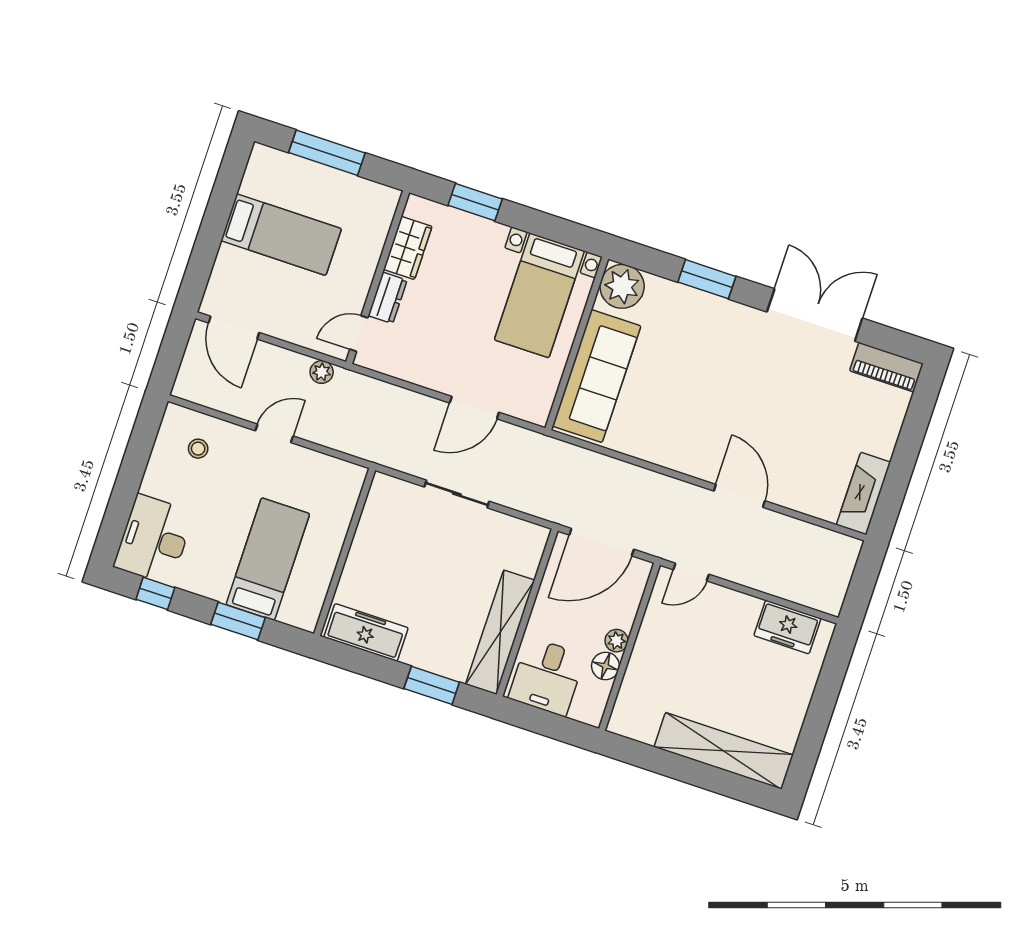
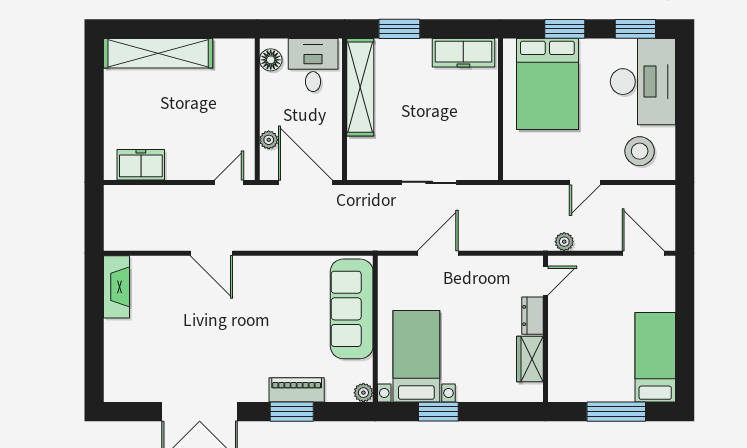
window: (475, 202) -> (438, 412), moved
bed: (281, 235) -> (655, 357), moved, turned 90
plant: (622, 286) -> (363, 393), width x0.53, depth x0.53
piano: (886, 367) -> (297, 390), moved
stool: (198, 449) -> (640, 151), width x1.89, depth x1.89
desk: (154, 539) -> (643, 82), width x1.36, depth x1.30
door: (602, 542) -> (305, 182), hinge flipped
bed: (268, 559) -> (547, 84), width x1.50
window: (155, 593) -> (635, 29), width x1.50
plant: (617, 641) -> (269, 140), moved
floor lamp: (605, 666) -> (271, 60), moved

